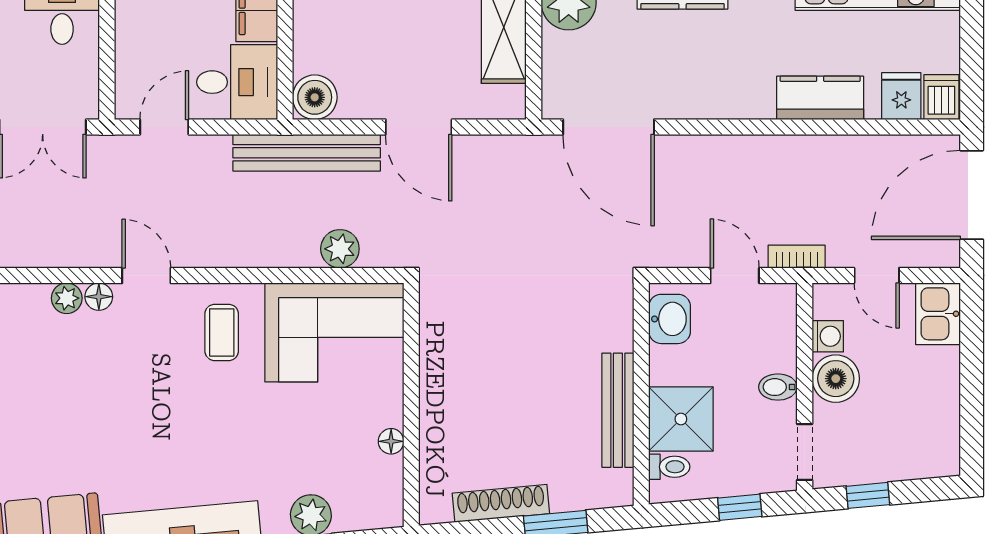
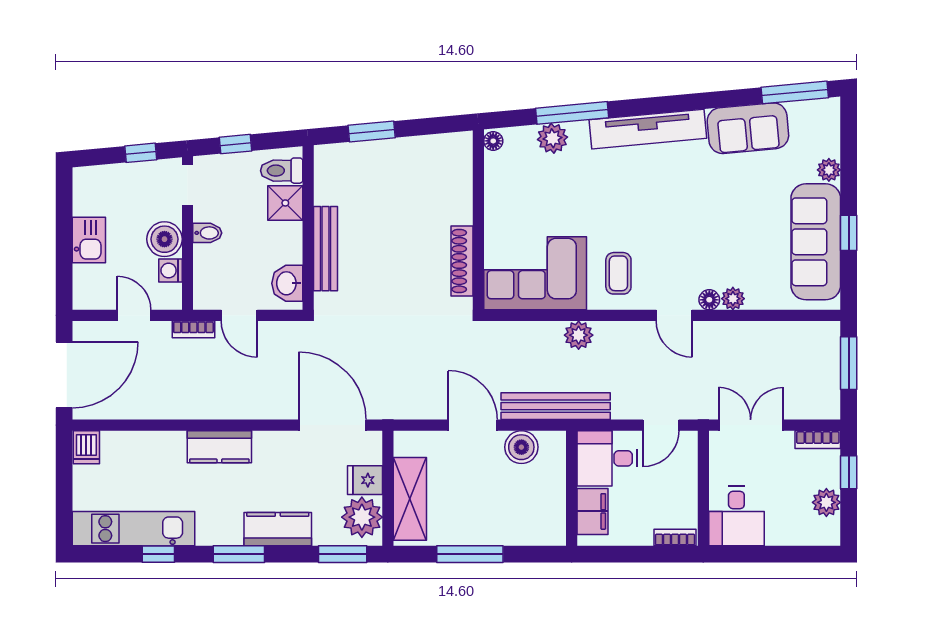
fridge: (901, 96) -> (365, 480), moved, turned 90
boiler: (315, 97) -> (521, 447), moved
kitchen counter: (820, 98) -> (219, 447), moved
plant: (340, 249) -> (579, 335), moved
kitchen sink: (938, 314) -> (89, 240), moved
bench: (618, 410) -> (326, 249), moved
shower: (681, 419) -> (285, 203), width x0.73, depth x0.73
floor lamp: (391, 441) -> (493, 141), moved
toilet: (669, 467) -> (282, 171), width x1.37, depth x1.39
shoe rack: (501, 503) -> (462, 261), moved, turned 95

